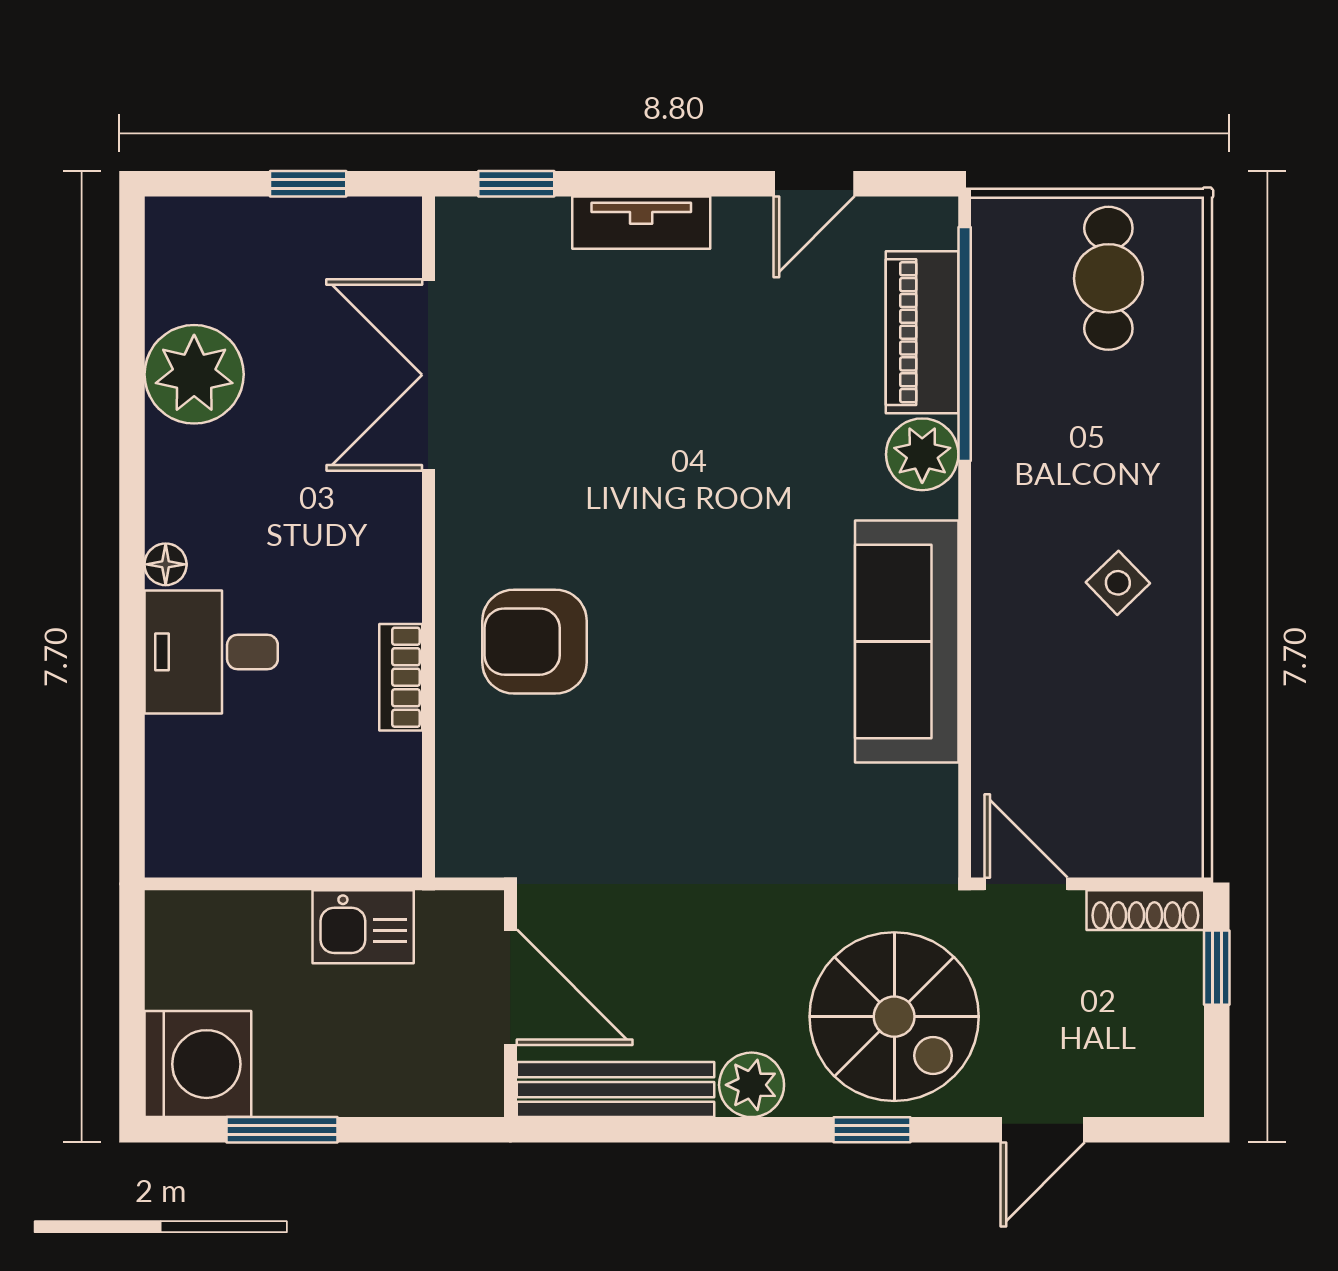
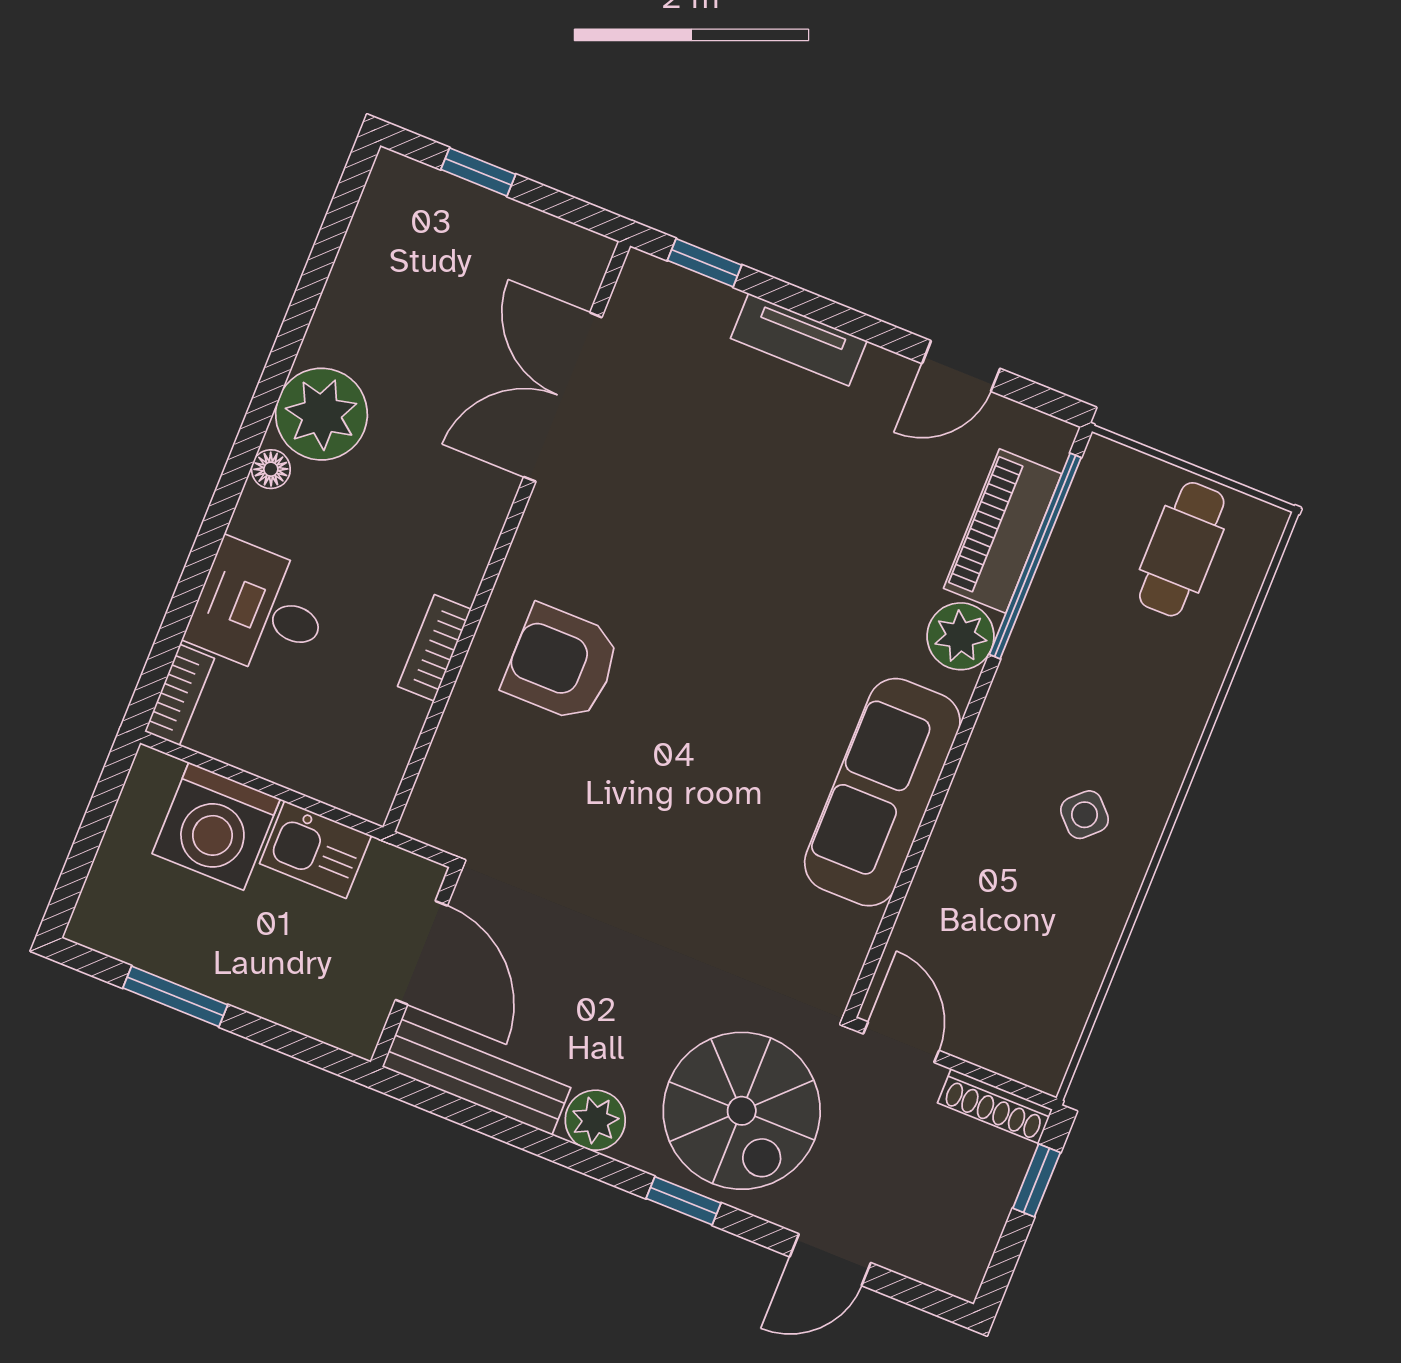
window: (308, 184) -> (478, 172), moved
plant: (194, 374) -> (321, 414), moved
desk: (211, 652) -> (260, 610), moved
bookcase: (165, 827) -> (179, 695), added
washing machine: (198, 1064) -> (216, 826), moved, turned 90

